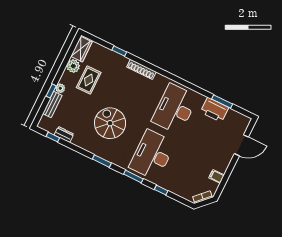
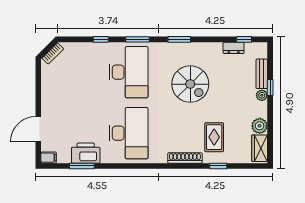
rug: (89, 80) -> (214, 137), moved
filing cabinet: (217, 176) -> (49, 158), moved

